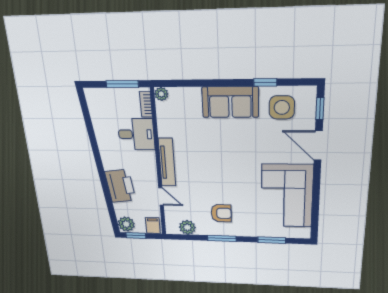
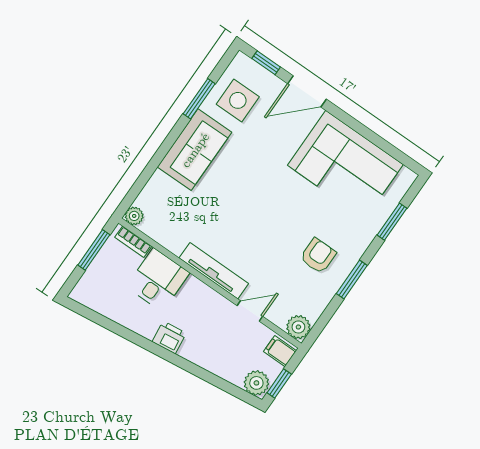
window: (265, 82) -> (199, 99), width x1.50
printer: (120, 186) -> (169, 337), moved, width x0.53, depth x0.68
plant: (187, 227) -> (298, 327), moved

